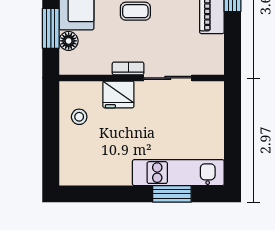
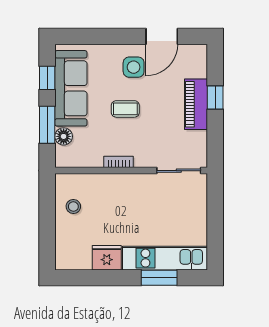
sliding door: (168, 78) -> (179, 171), moved
fridge: (118, 94) -> (107, 258), moved, turned 180

